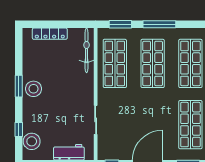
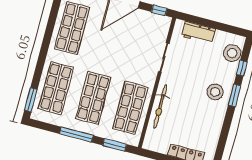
bicycle: (87, 50) -> (160, 107), moved
window: (19, 86) -> (235, 95), moved
stool: (34, 89) -> (215, 92), moved

